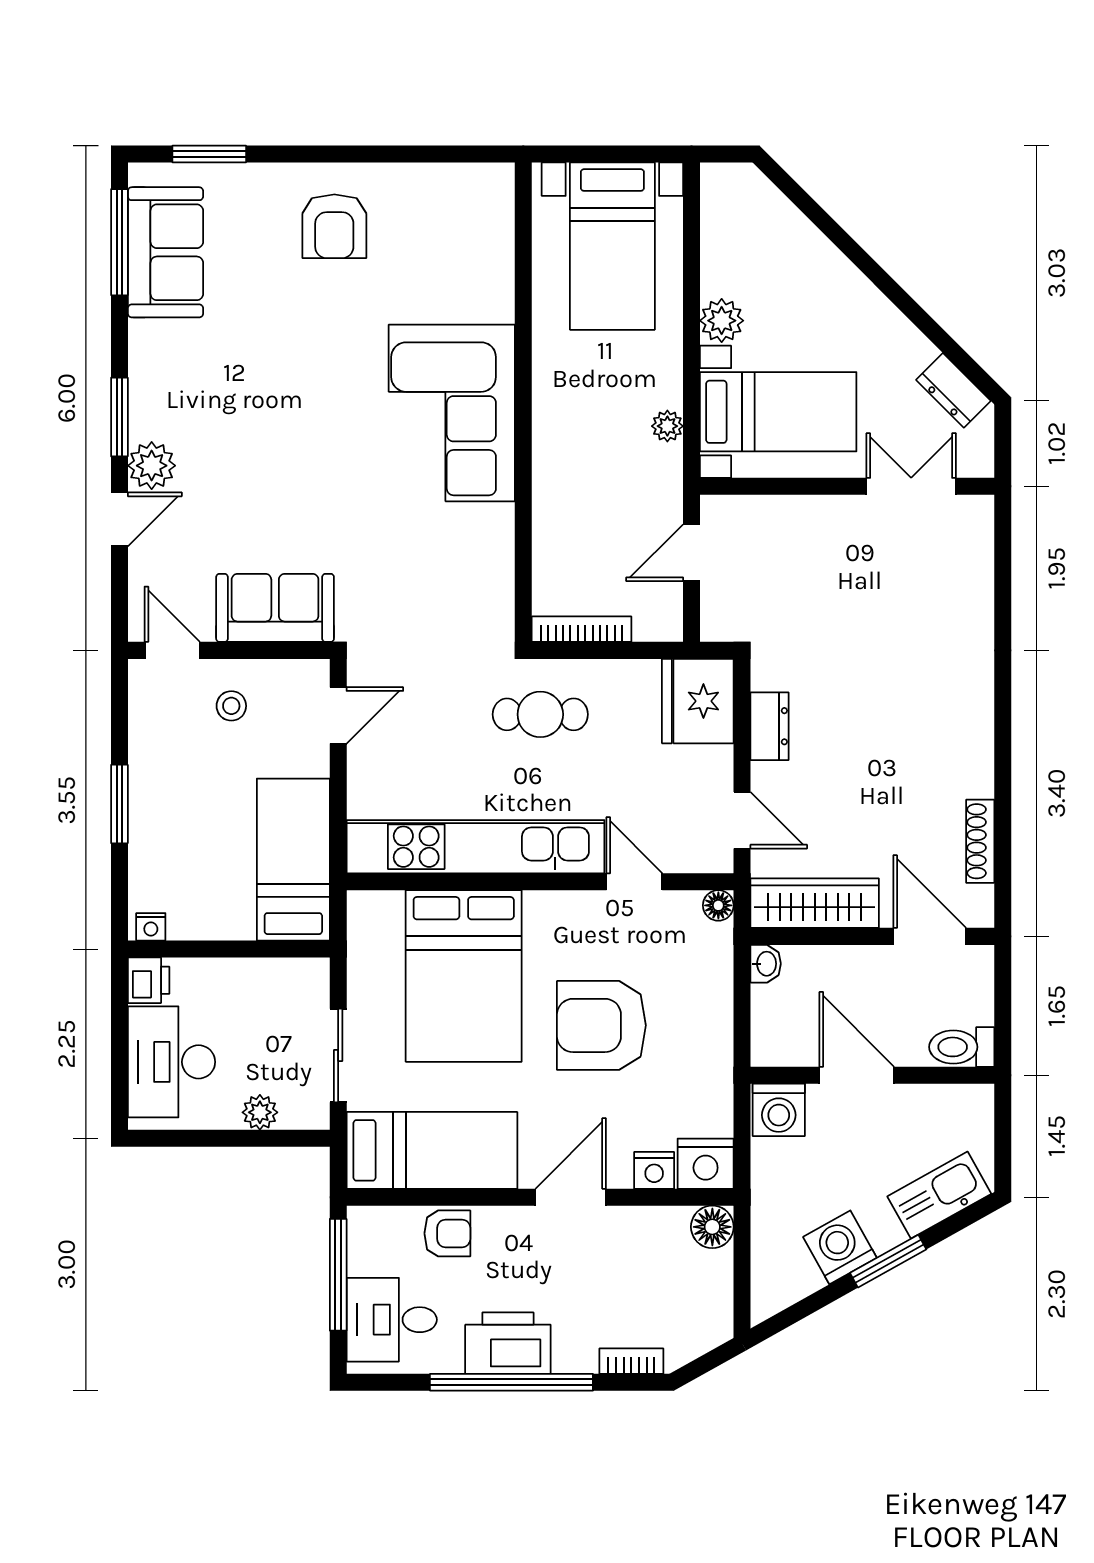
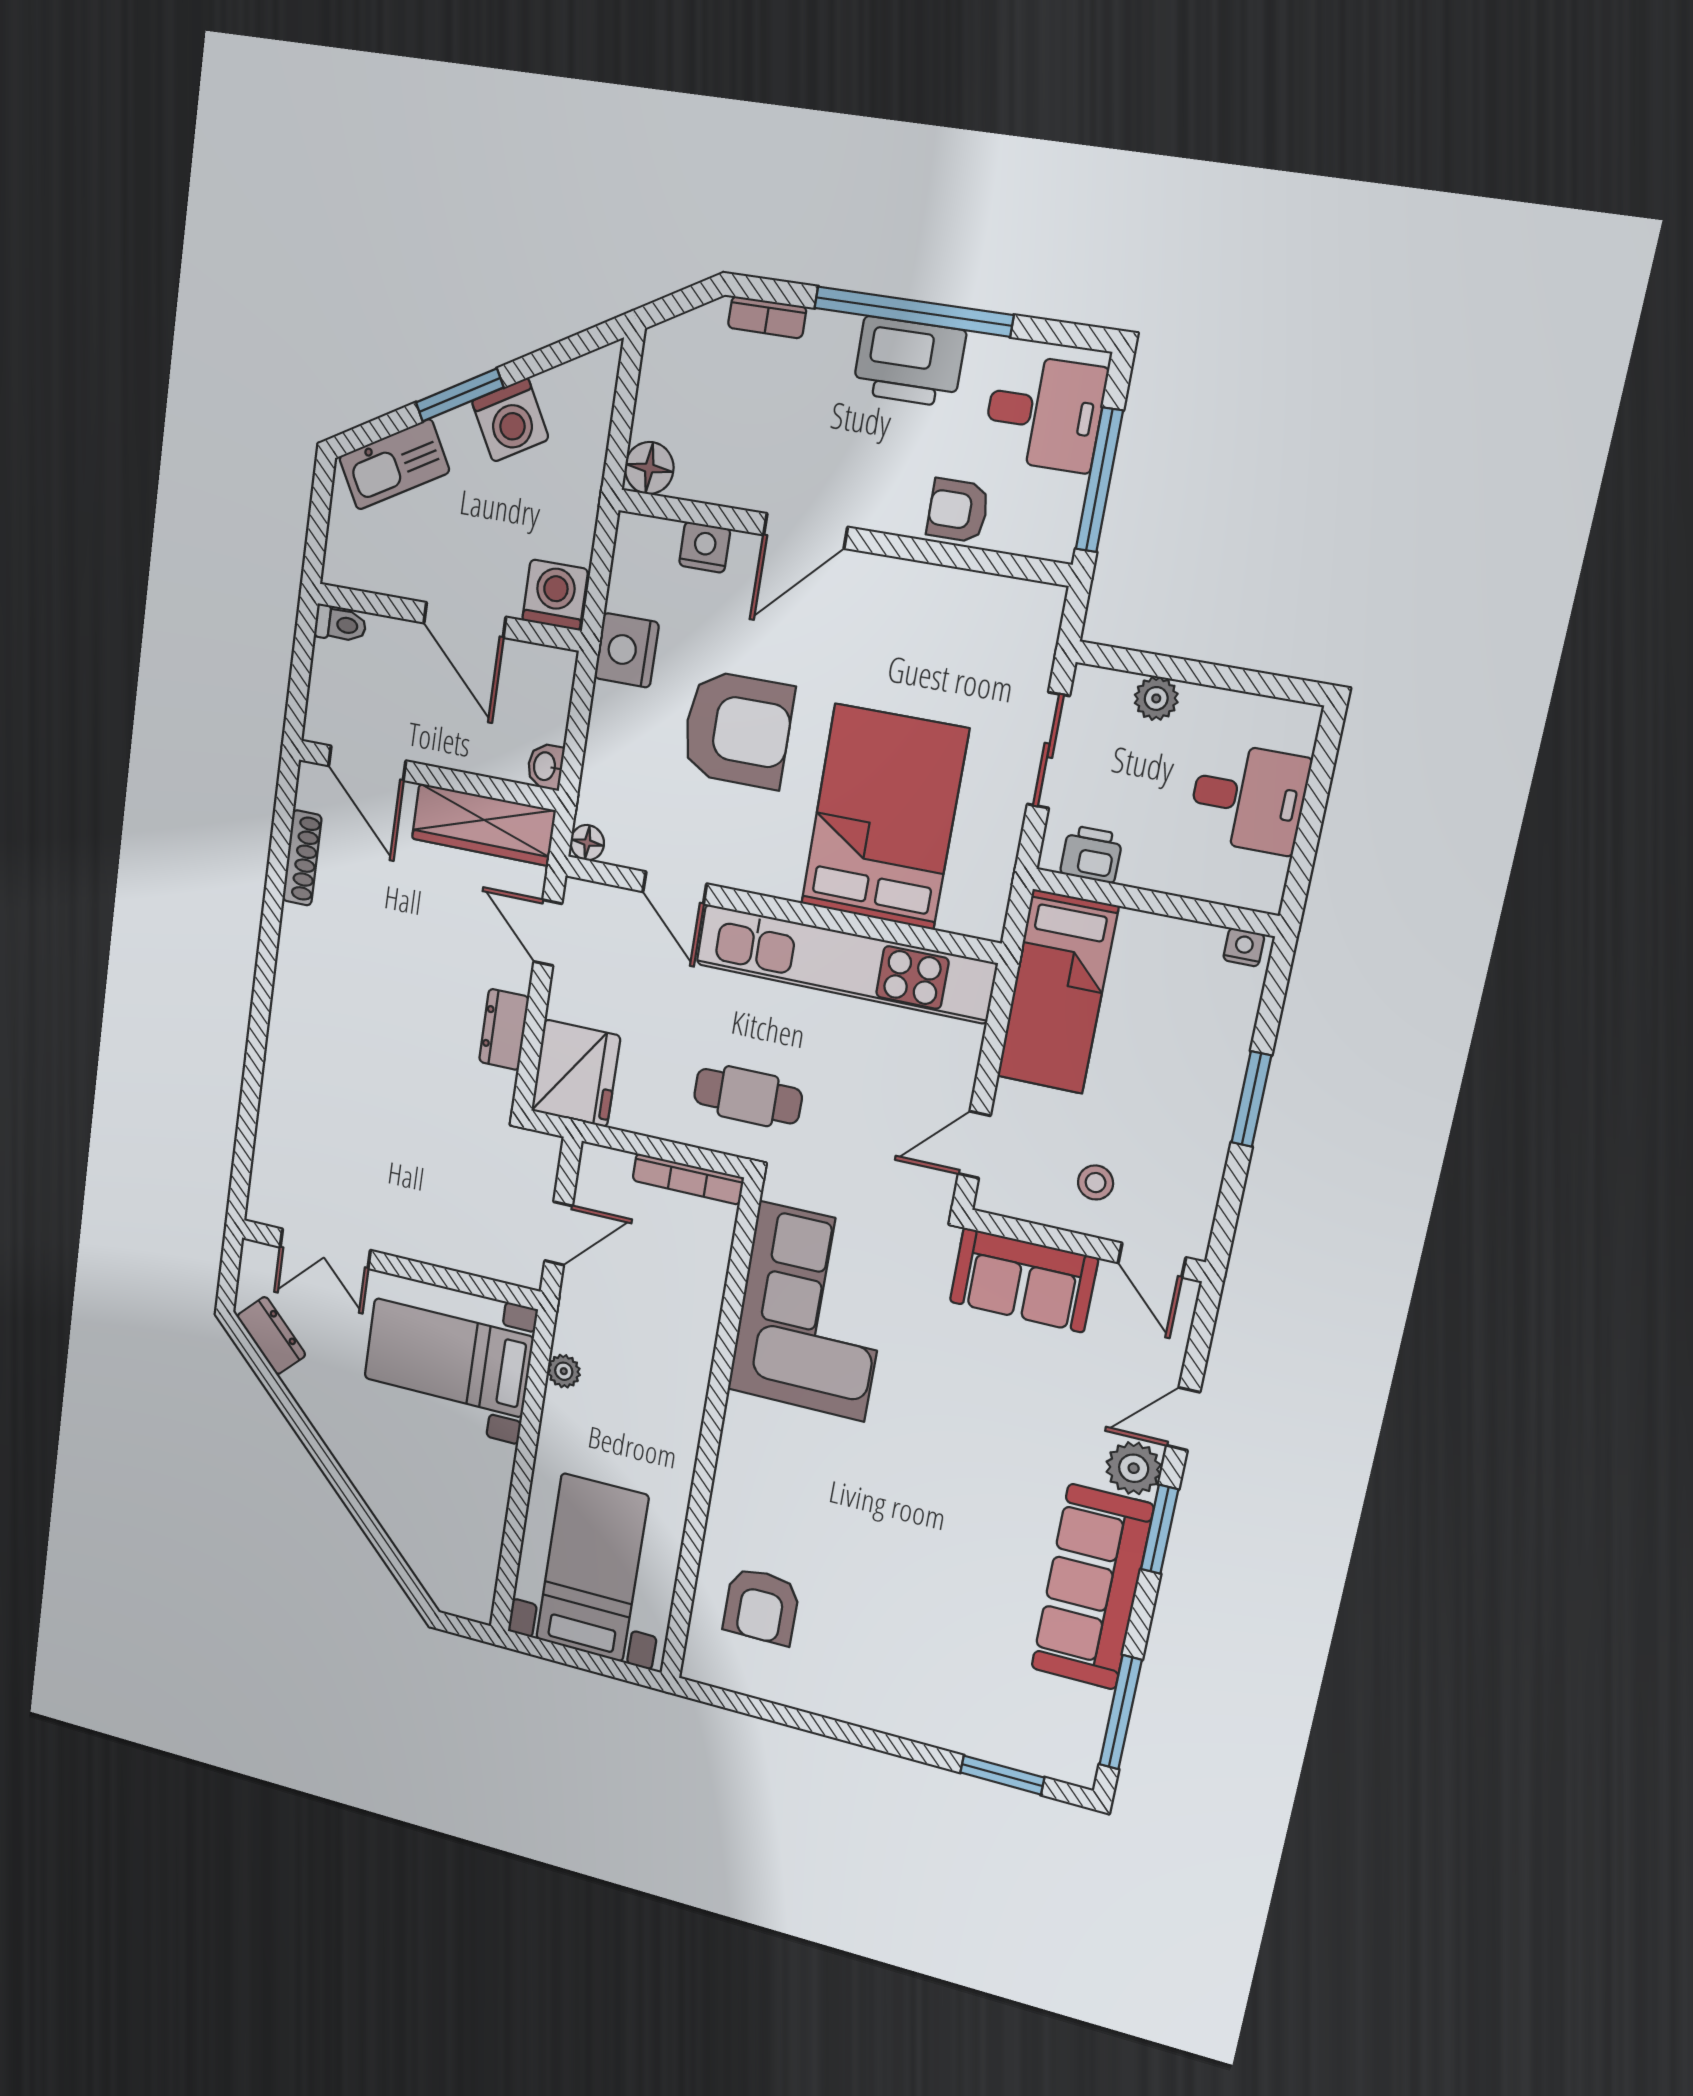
armchair: (334, 226) -> (761, 1606), moved, turned 180
sofa: (165, 252) -> (1092, 1587), moved, width x1.36
plant: (722, 321) -> (492, 1464), removed
corner sofa: (452, 413) -> (812, 1312), moved
printer: (149, 980) -> (1091, 854), moved, turned 90
toilet: (962, 1047) -> (340, 624), width x0.73, depth x0.72
desk: (171, 1062) -> (1249, 798), width x0.73
bed: (432, 1150) -> (958, 616), removed
nightstand: (706, 1164) -> (627, 650), moved, turned -90

